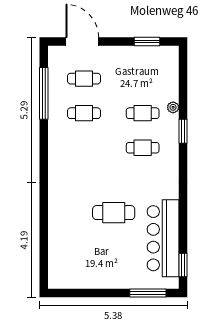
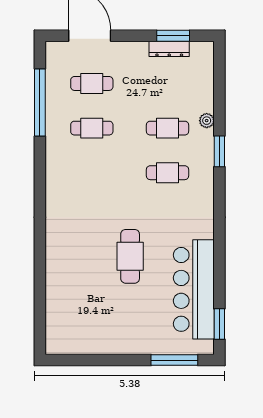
dresser: (144, 52) -> (169, 49), added
cafe table: (114, 213) -> (130, 256), turned 90

